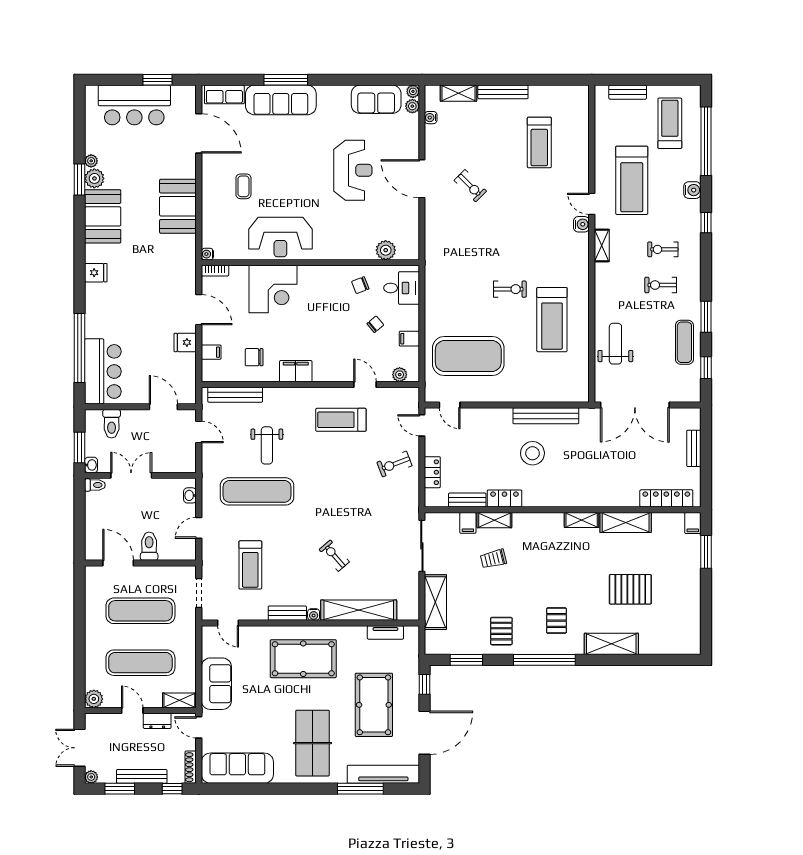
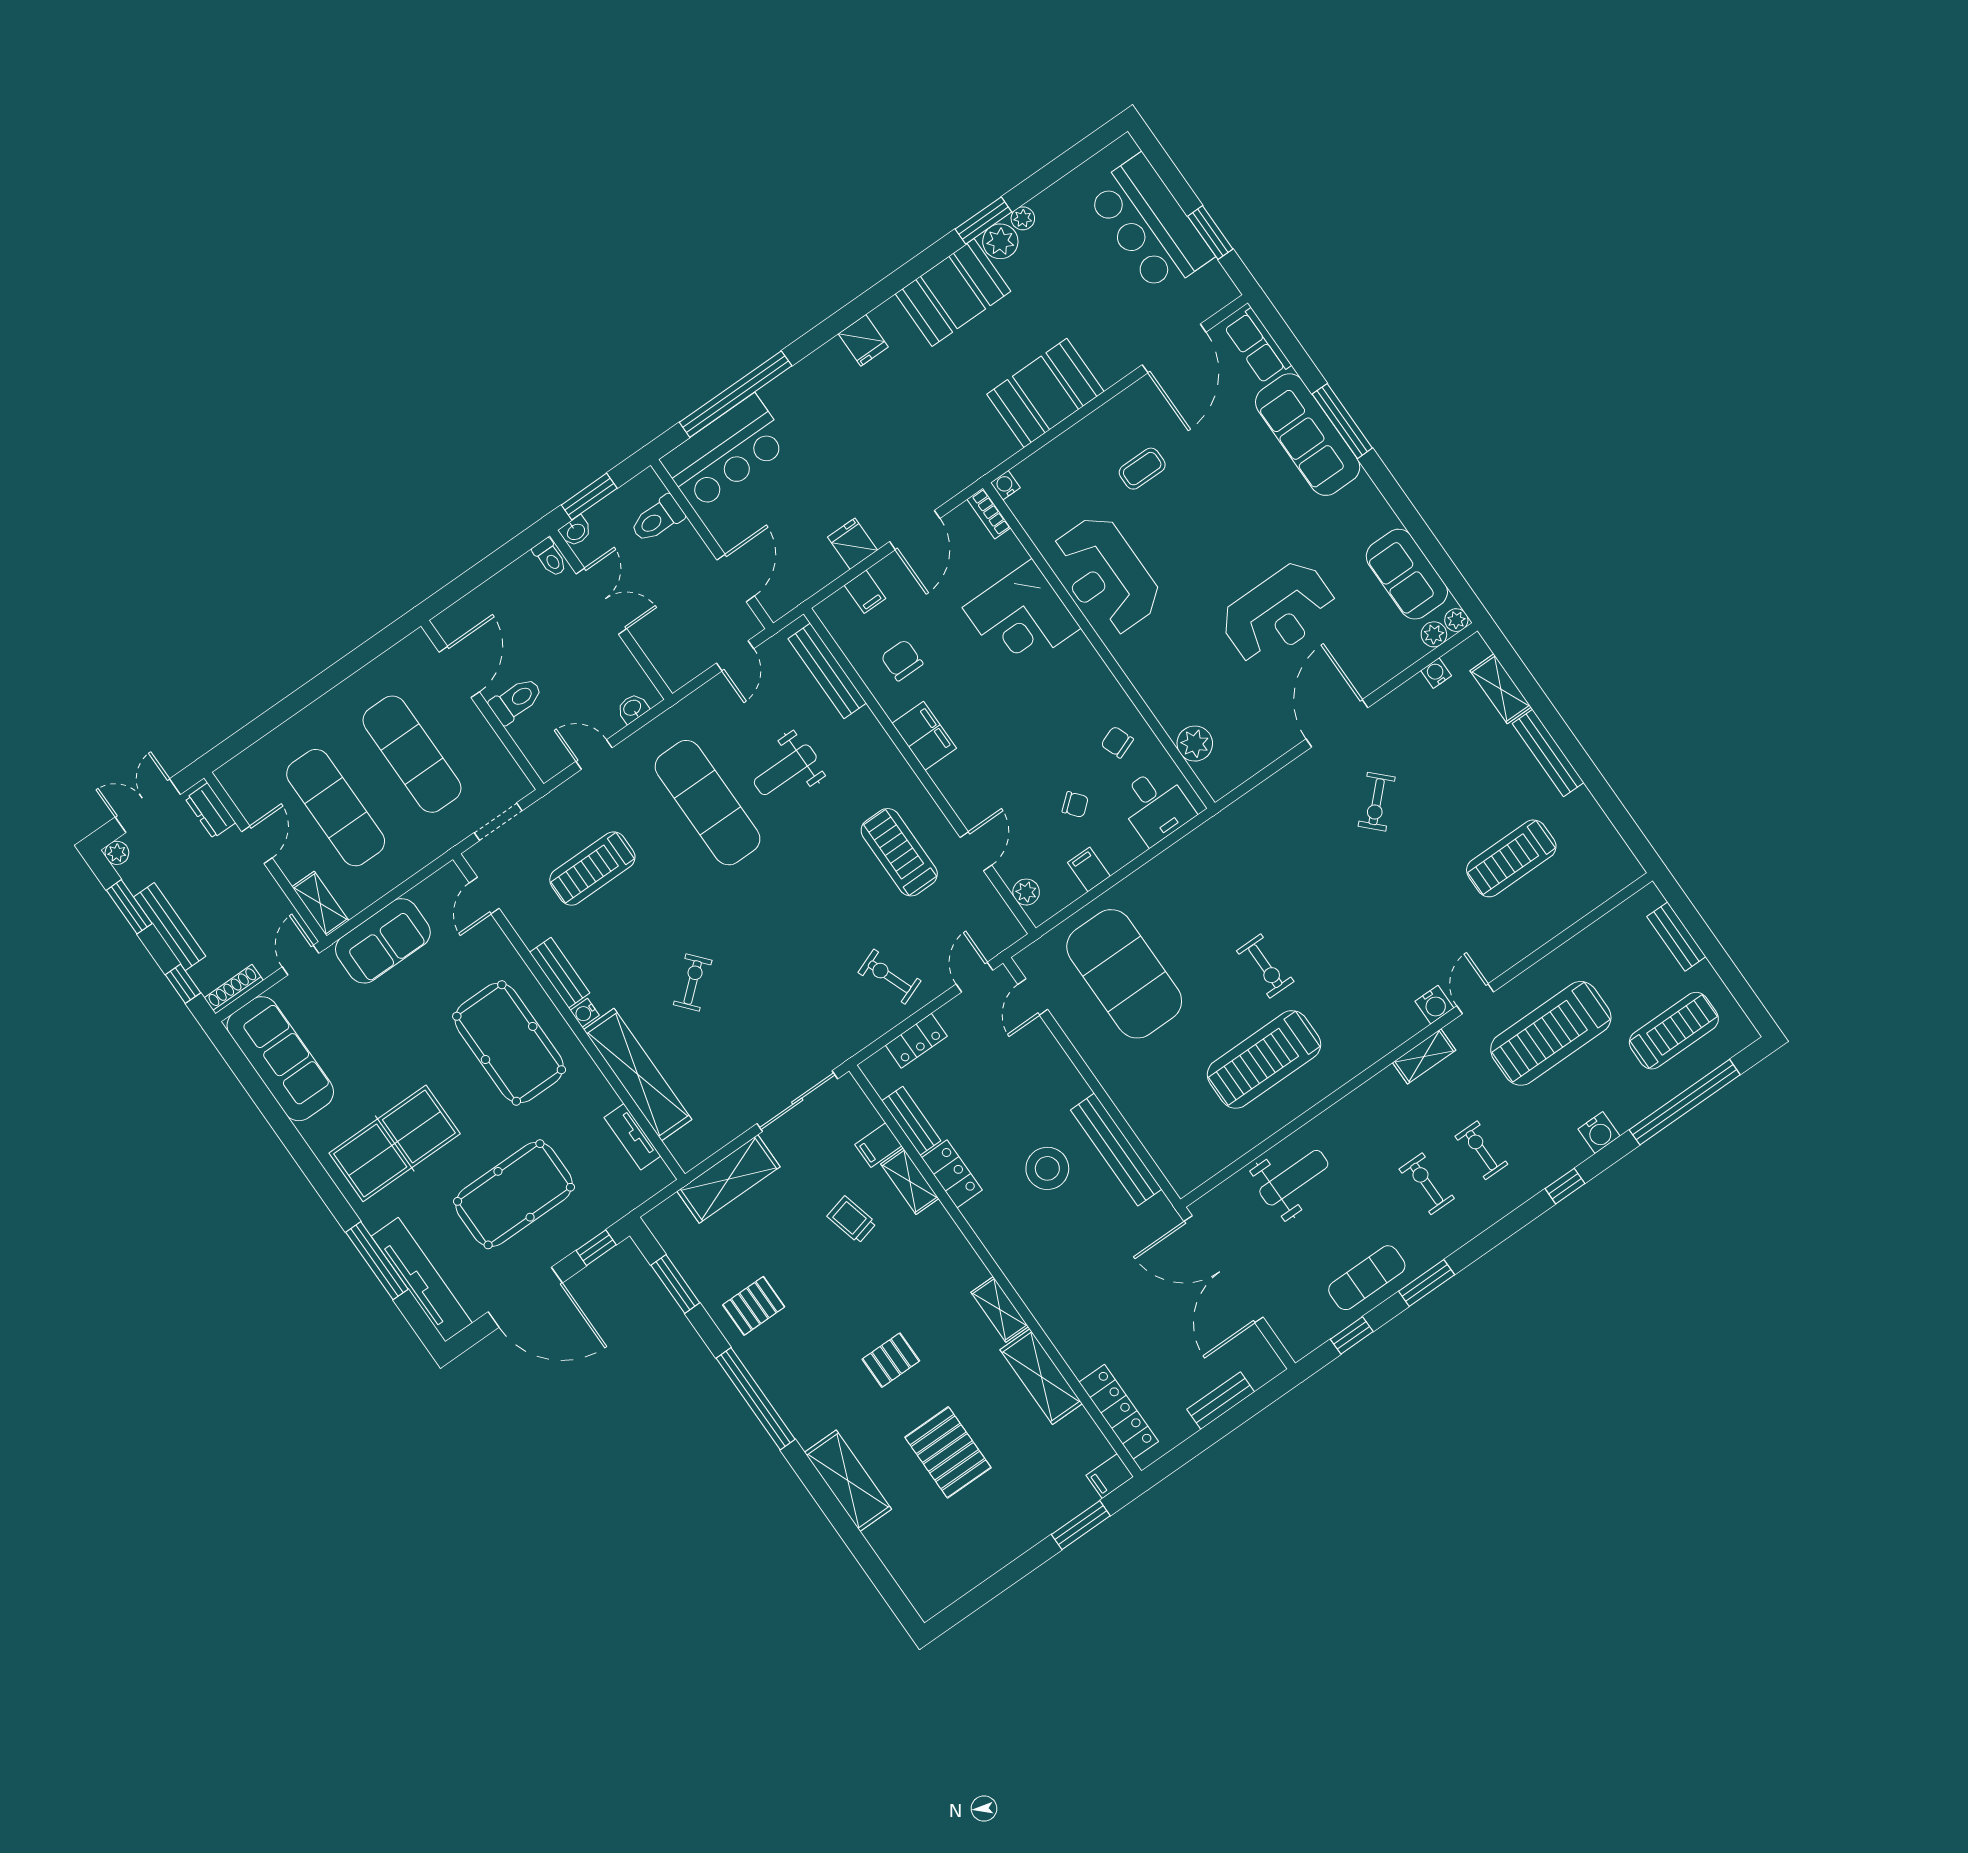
pallet: (556, 621) -> (891, 1360), moved
plant: (94, 699) -> (234, 776), removed
dresser: (157, 721) -> (210, 811), moved

